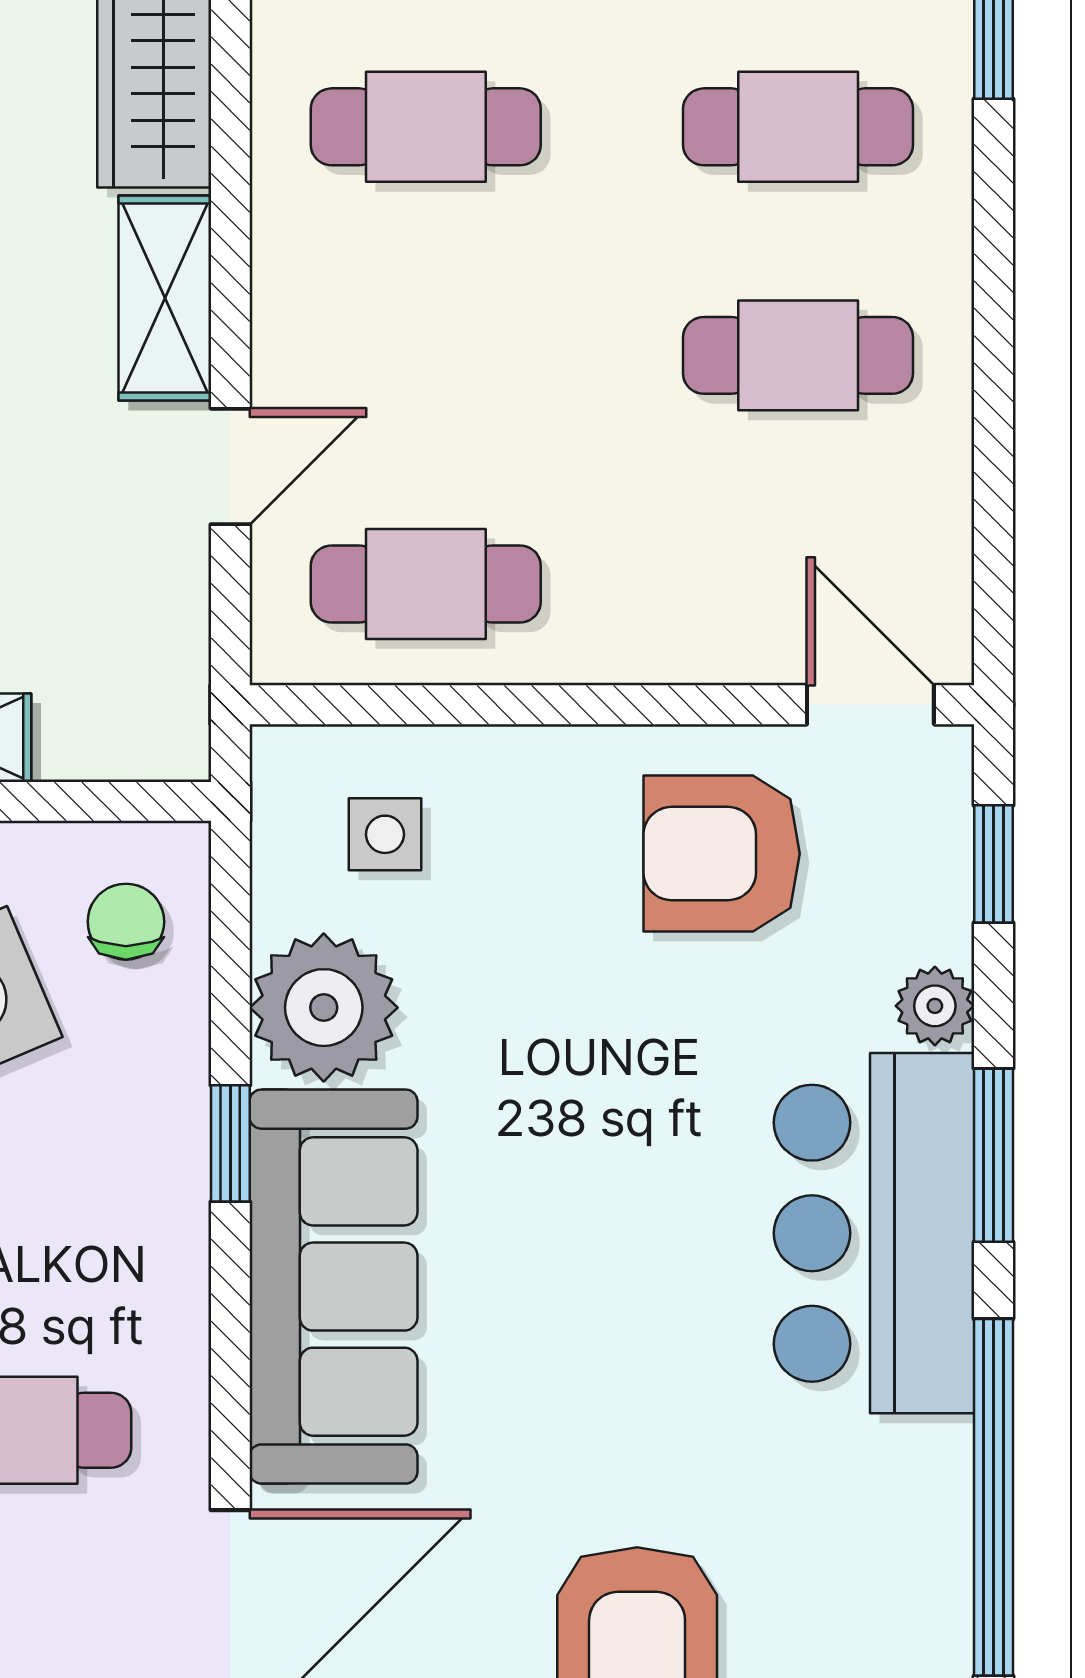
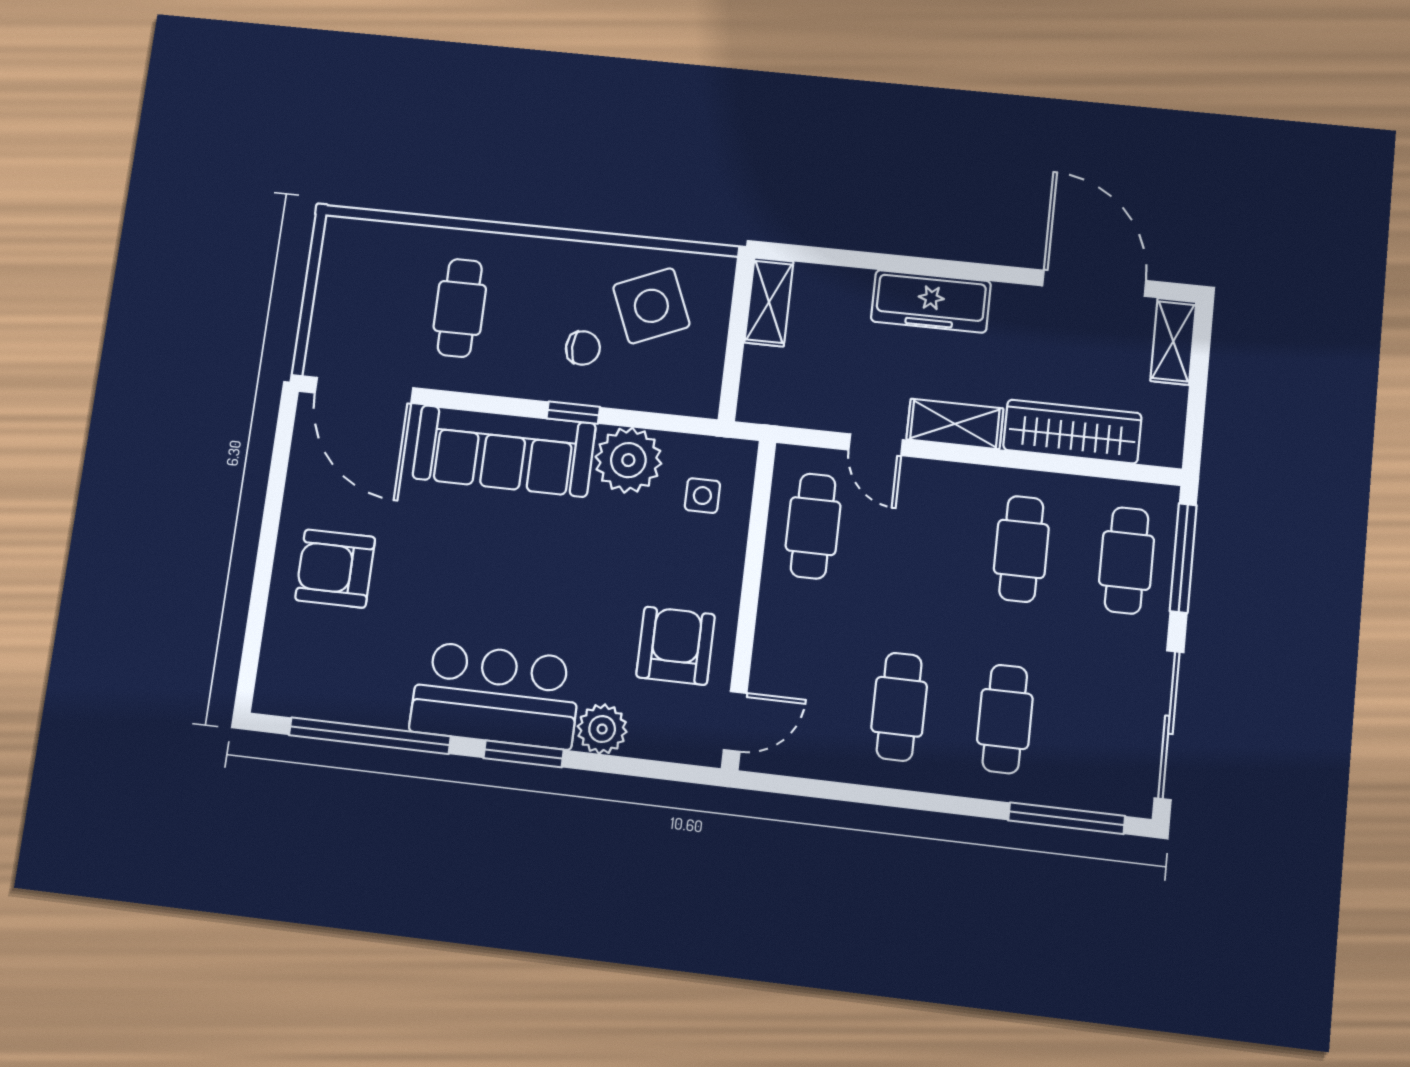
window: (993, 864) -> (656, 770), removed
chair: (126, 922) -> (583, 348), moved
plant: (935, 1006) -> (602, 729), width x1.38, depth x1.38

